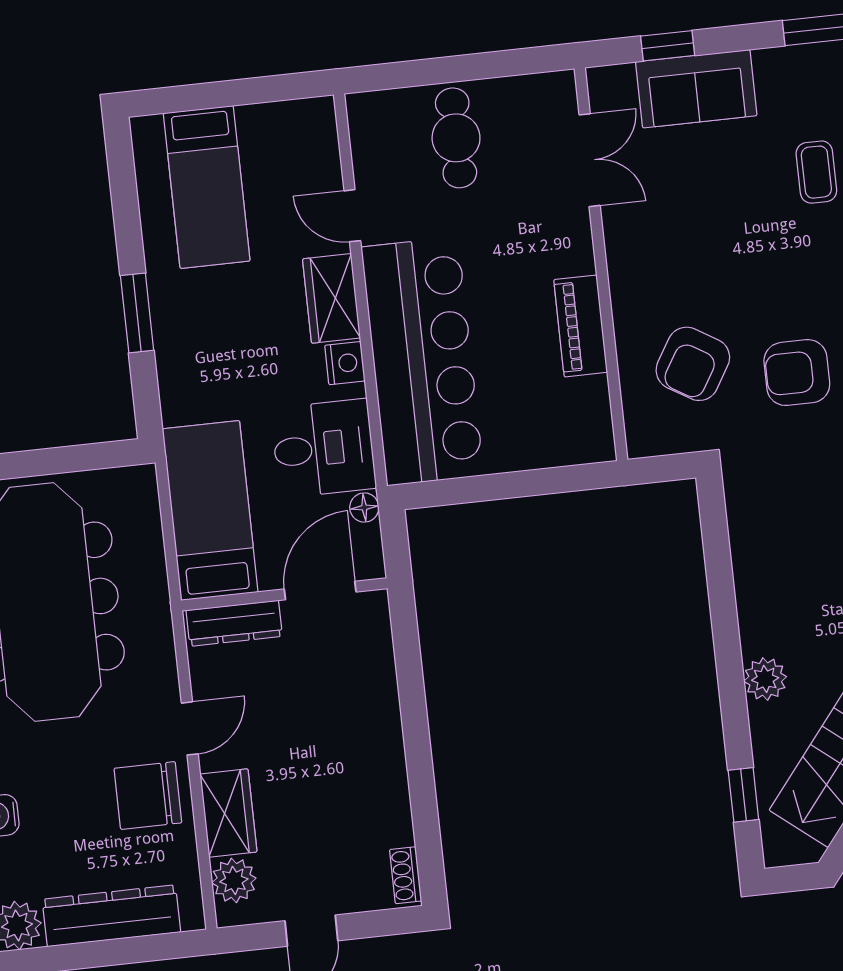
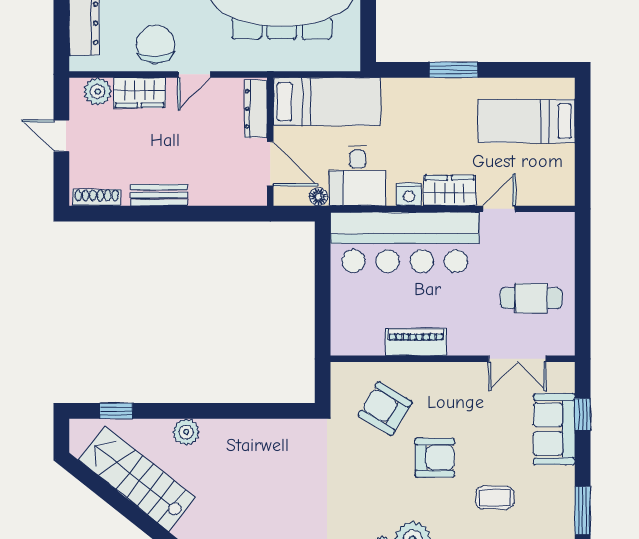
cafe table: (456, 138) -> (531, 298), moved
armchair: (797, 373) -> (435, 458), moved, turned 90
door: (190, 728) -> (194, 74), hinge flipped
bench: (389, 764) -> (159, 195), added
shoe rack: (406, 875) -> (97, 198), width x1.43

